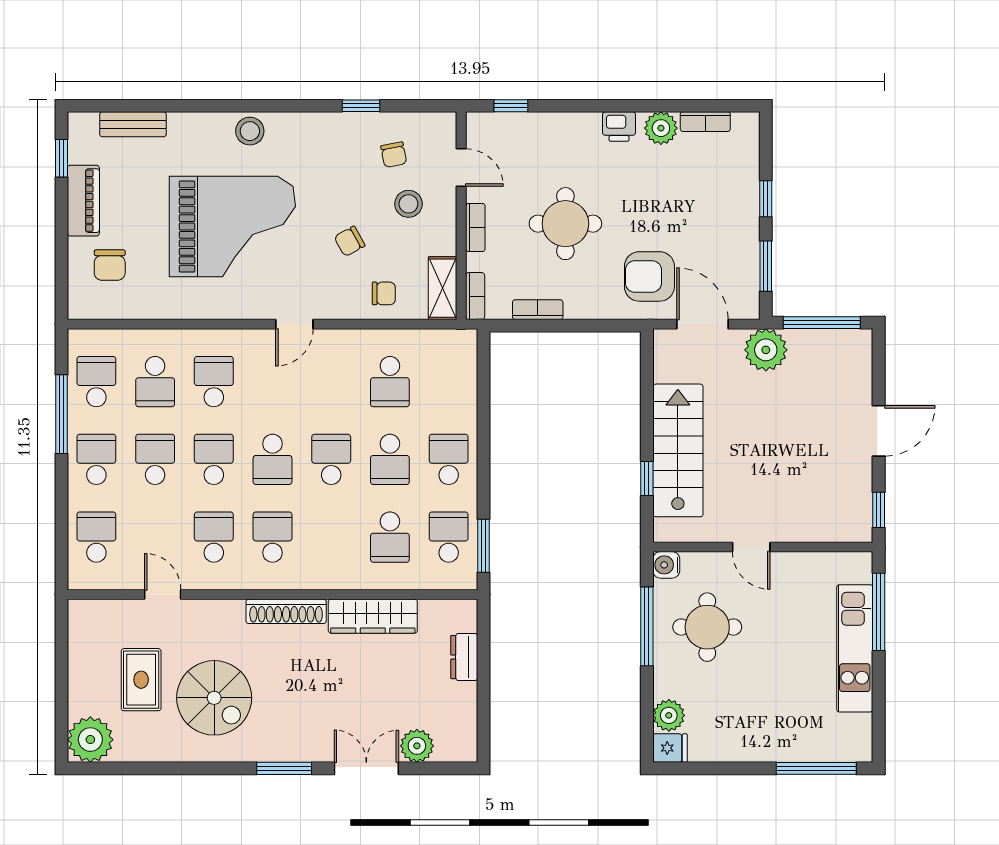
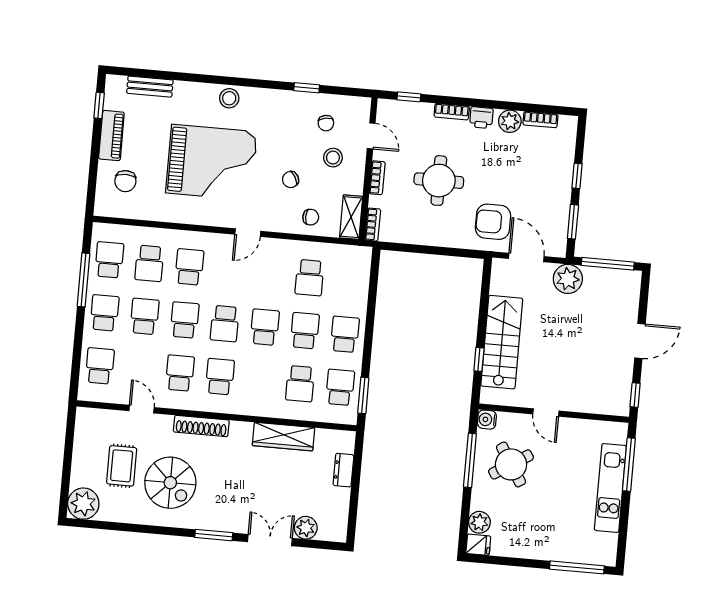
bookcase: (538, 310) -> (452, 112), moved, turned 180
school desk: (390, 459) -> (305, 331), turned 180
shoe rack: (286, 611) -> (201, 426), moved
round table: (707, 627) -> (511, 464), turned -32

